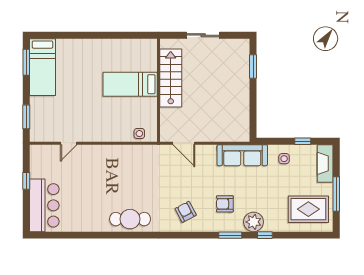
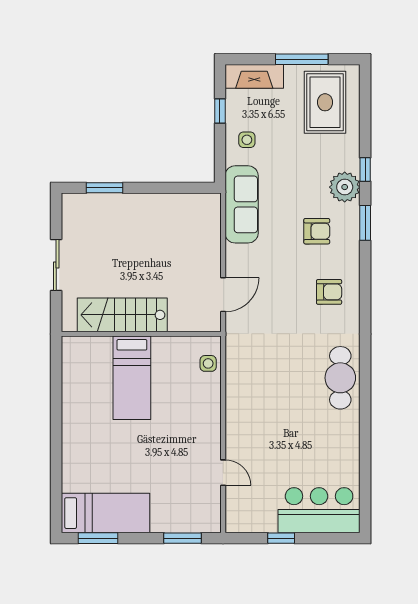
armchair: (225, 204) -> (317, 231), turned -90
armchair: (186, 212) -> (329, 292), turned -152

